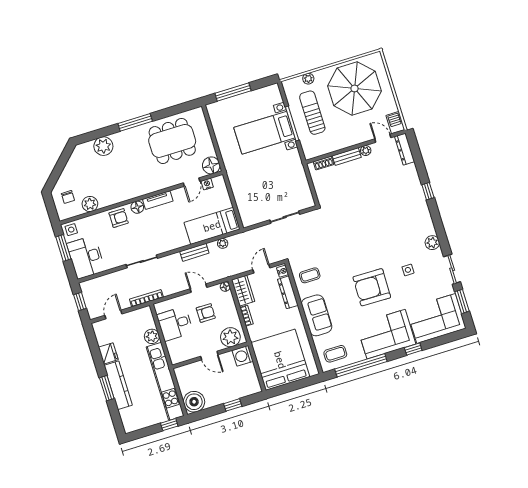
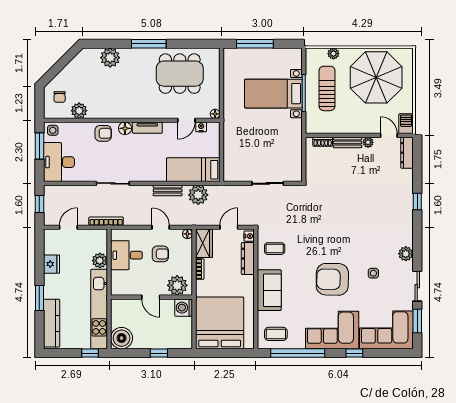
floor lamp: (211, 165) -> (215, 114), width x0.53, depth x0.53
plant: (223, 243) -> (198, 195), width x1.88, depth x1.88
kitchen counter: (118, 385) -> (52, 323), moved

